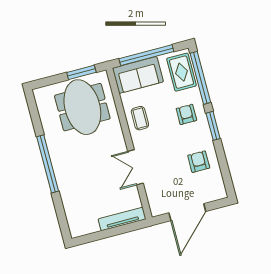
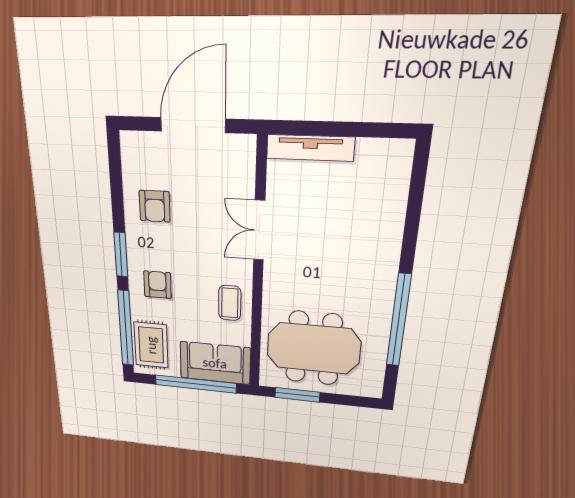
meeting table: (82, 107) -> (313, 348), turned 90
armchair: (186, 114) -> (157, 285), turned 180
window: (48, 164) -> (399, 321), moved
double door: (135, 167) -> (259, 230), swing flipped

